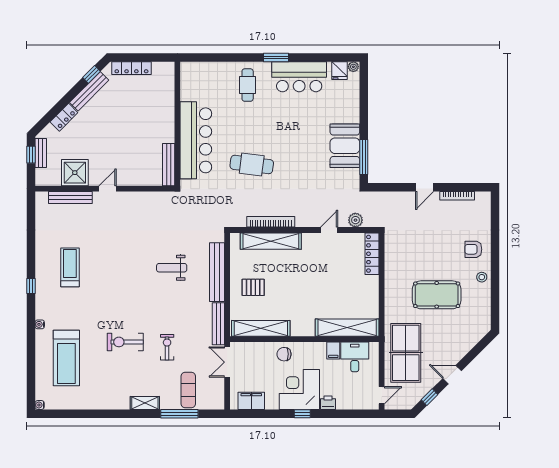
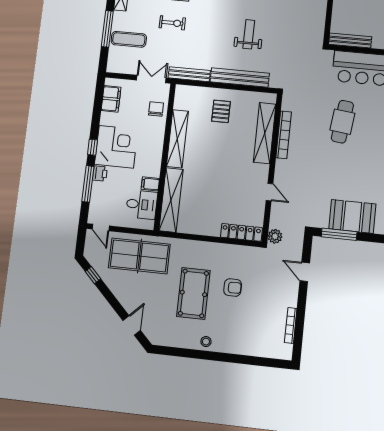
door: (425, 187) -> (305, 272), moved
plant: (355, 220) -> (275, 236), moved
armchair: (473, 249) -> (233, 288), moved, turned 90
shelving: (261, 328) -> (177, 139), moved
chair: (284, 354) -> (156, 109), moved
door: (452, 375) -> (132, 325), moved
window: (340, 414) -> (88, 184), added

